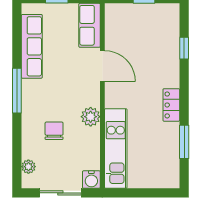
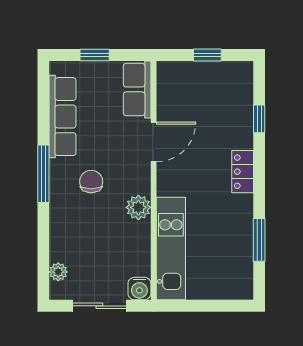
door: (102, 66) -> (154, 142), hinge flipped
locker: (171, 105) -> (243, 172), moved
chair: (54, 131) -> (91, 182), moved

